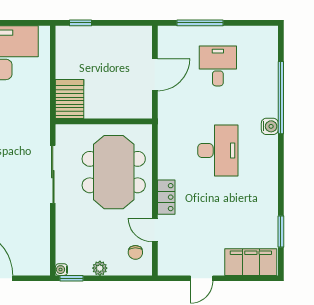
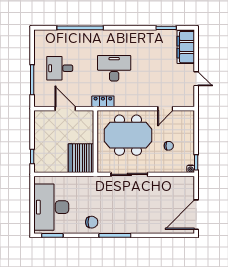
server rack: (70, 99) -> (81, 158), width x1.60
water cooler: (270, 126) -> (99, 35), removed
locker: (166, 197) -> (103, 101), moved
chair: (135, 252) -> (169, 146), moved
plant: (100, 268) -> (190, 144), removed

